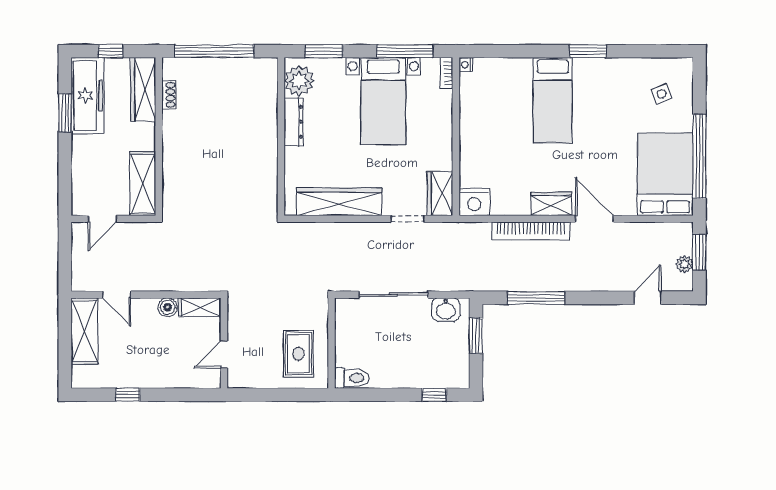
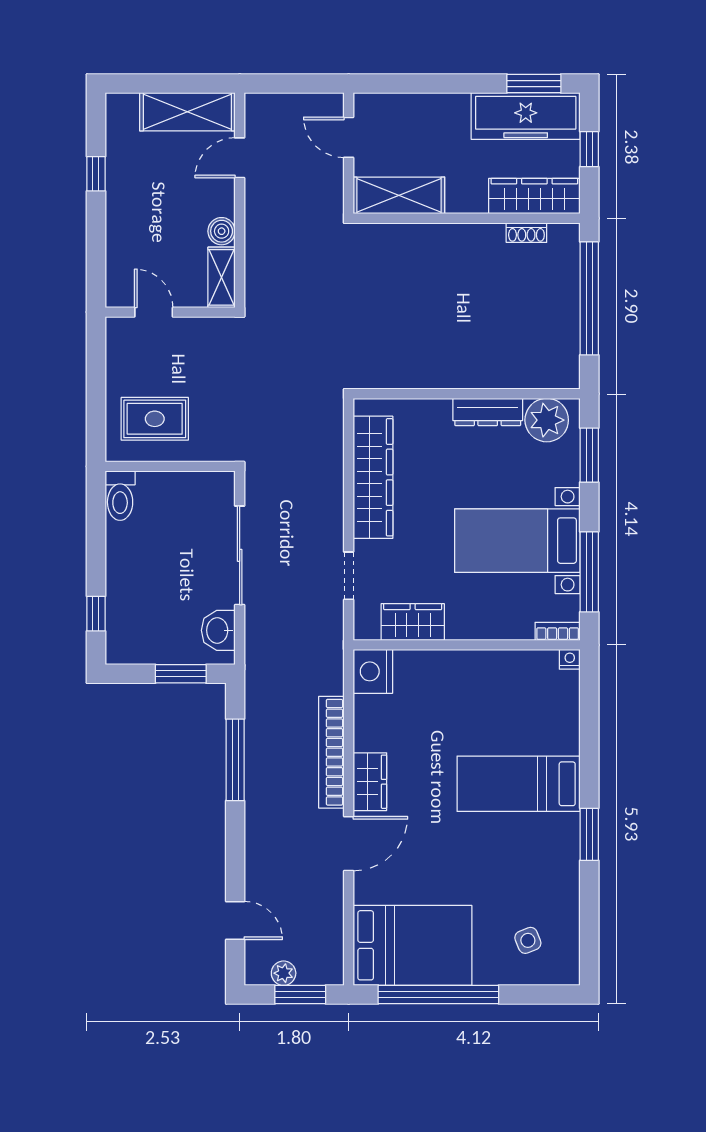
window: (65, 113) -> (534, 84), moved
wardrobe: (440, 194) -> (413, 622), moved

